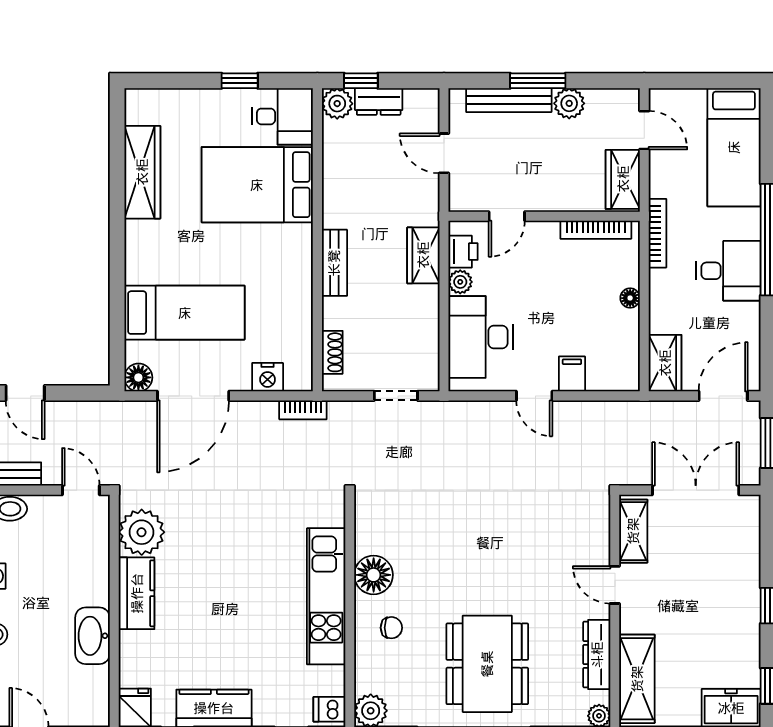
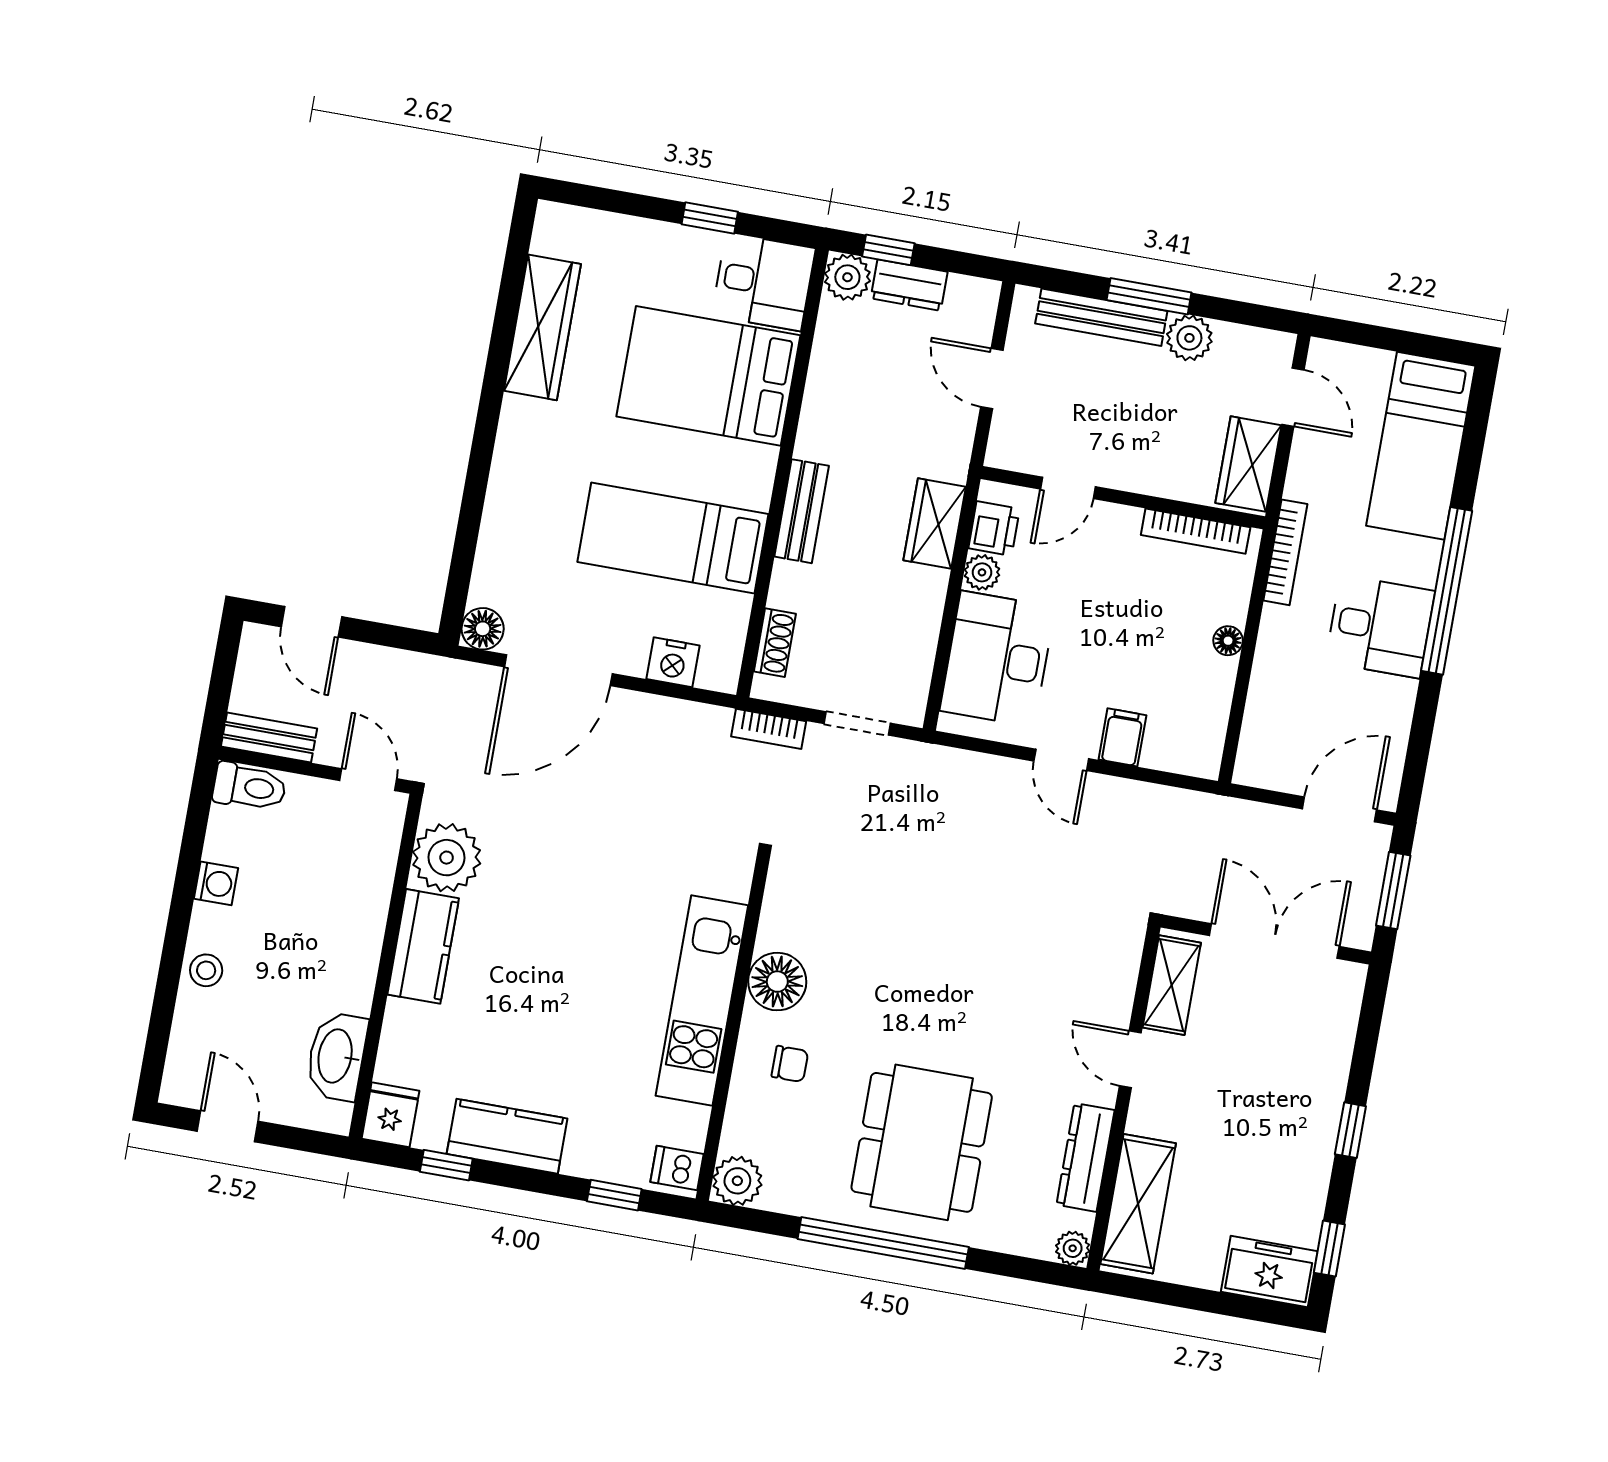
bed: (185, 313) -> (673, 538), moved, turned 180
wardrobe: (665, 363) -> (1263, 746), removed
bookcase: (303, 410) -> (769, 729), moved
washbasin: (92, 636) -> (337, 1056), moved

